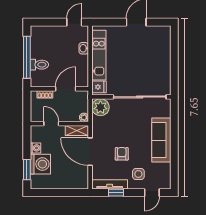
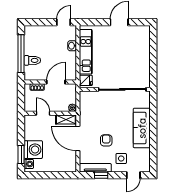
plant: (100, 107) -> (87, 99), removed
washing machine: (35, 148) -> (29, 164), moved

